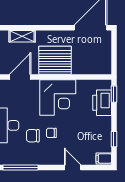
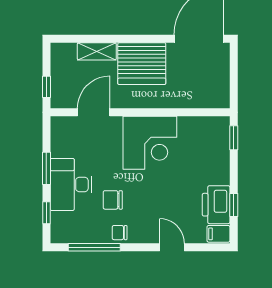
server rack: (55, 60) -> (142, 64), moved, turned 180
printer: (102, 103) -> (216, 205), moved
chair: (51, 133) -> (120, 233), moved

